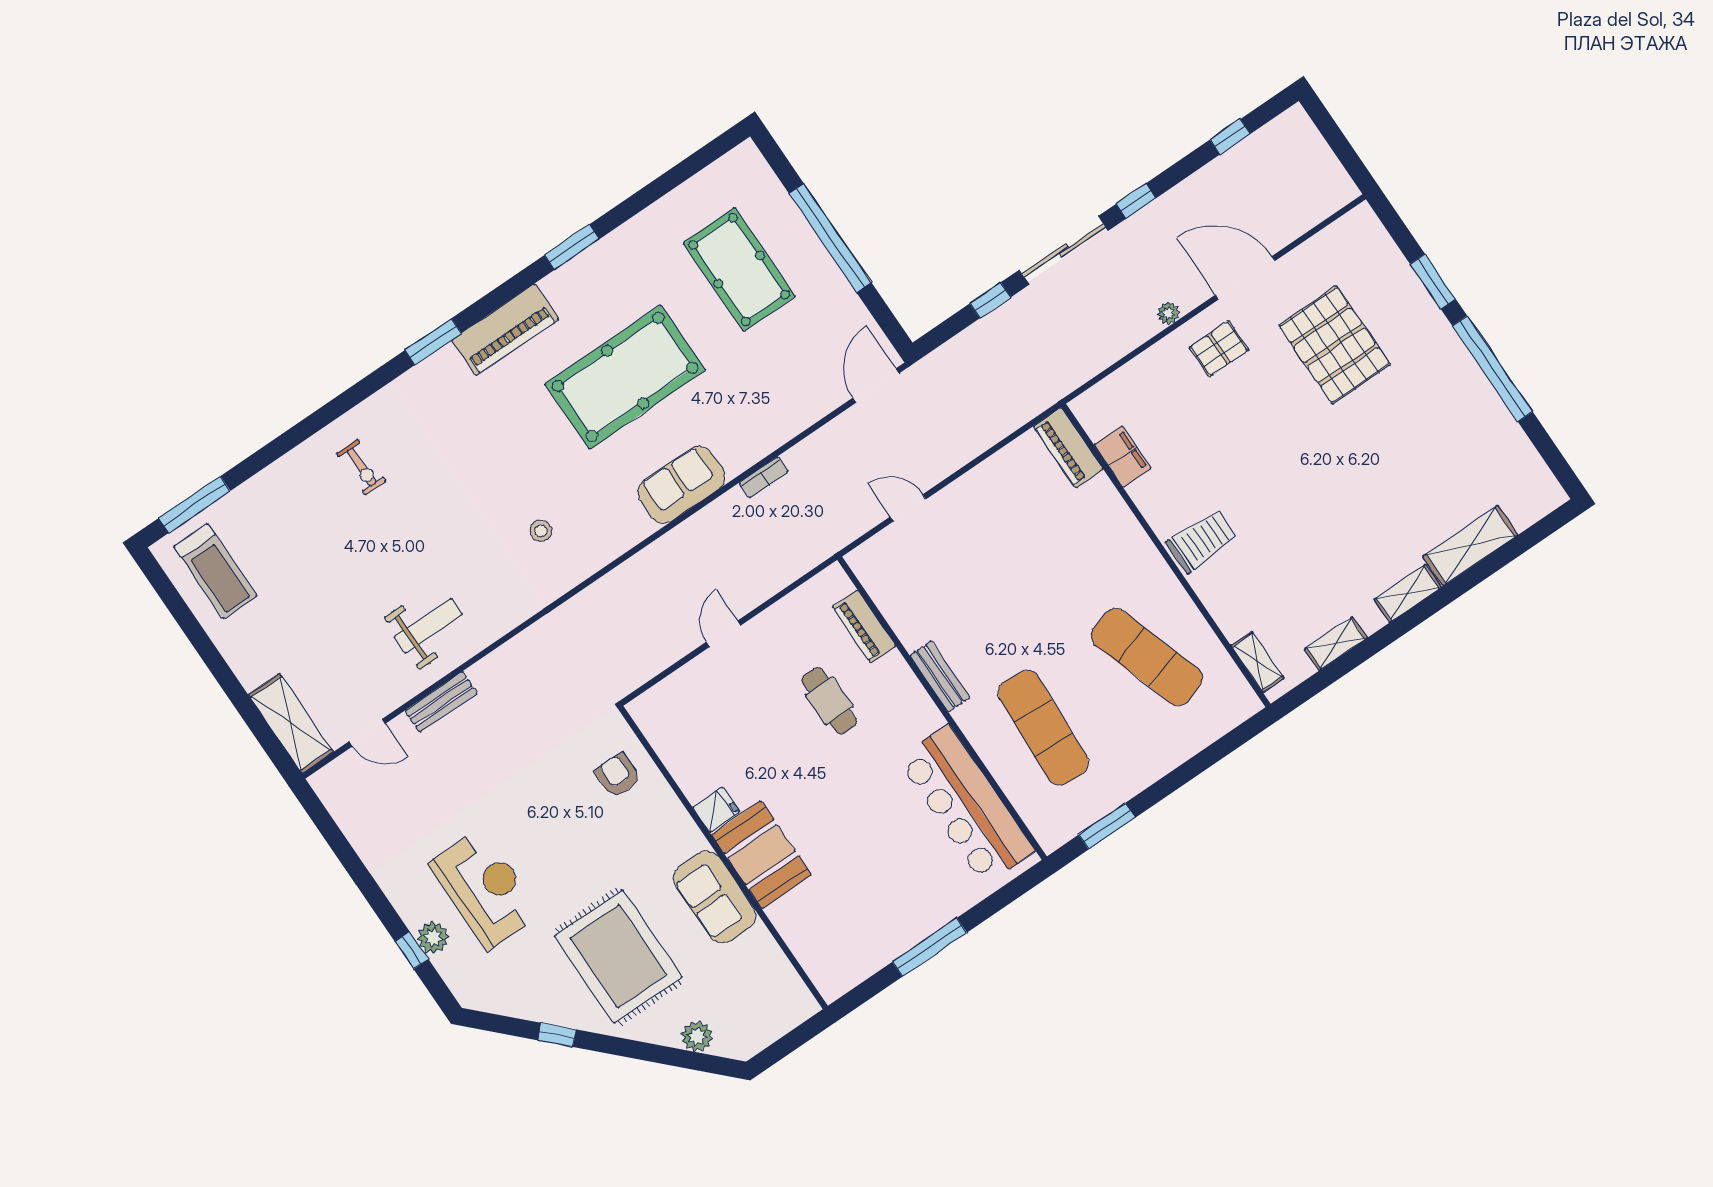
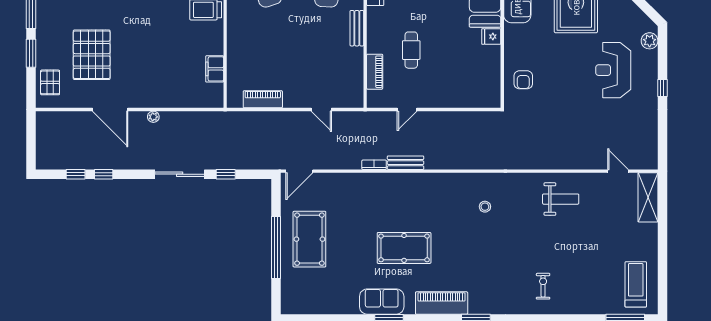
window: (1136, 201) -> (104, 174), moved
pool table: (739, 270) -> (309, 239), moved
pallet: (1219, 349) -> (50, 82), moved, turned 90
pool table: (625, 377) -> (404, 248), width x0.73, depth x0.76
piano: (1068, 448) -> (263, 99), moved, turned -90
sofa: (681, 485) -> (382, 302), moved, turned 180
weight bench: (428, 626) -> (561, 199), turned 180
door: (724, 634) -> (407, 110), moved
bench: (441, 702) -> (406, 163), moved
plant: (433, 938) -> (650, 41), moved
window: (412, 950) -> (662, 88), moved

